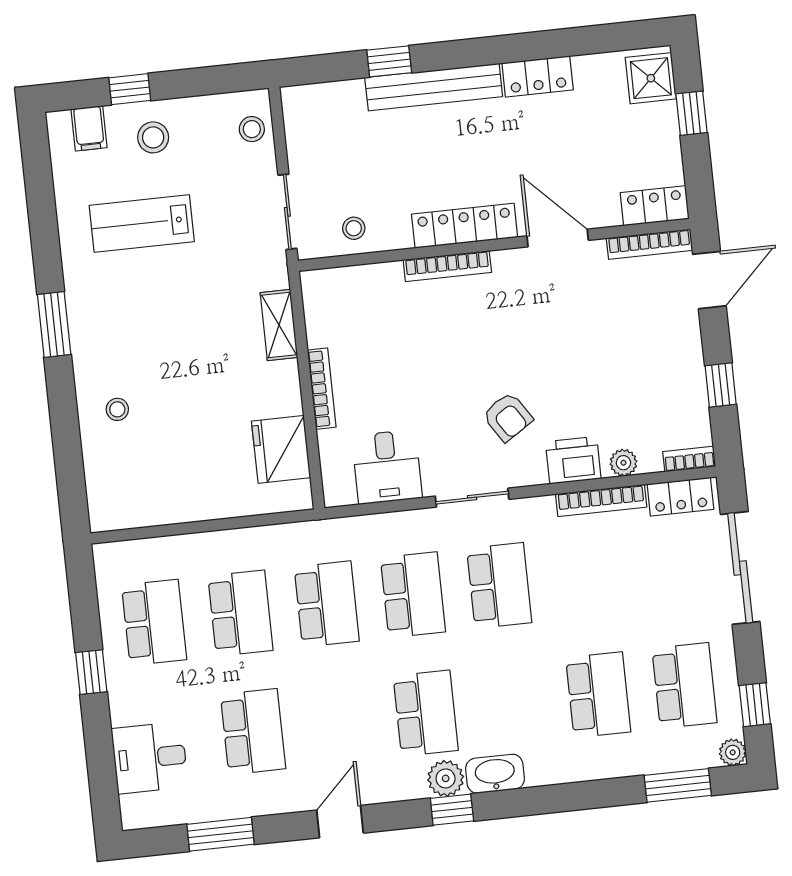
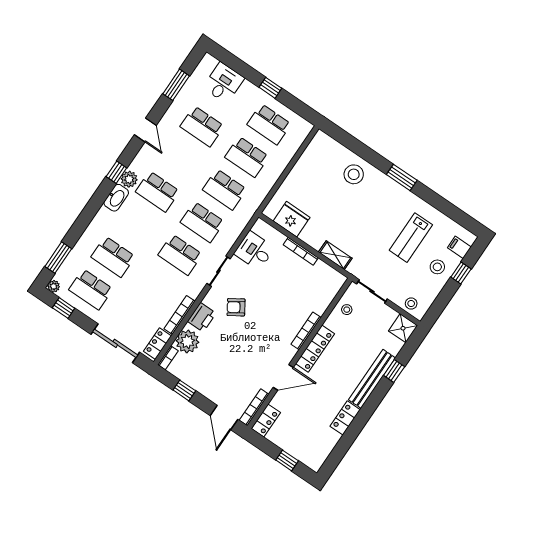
shower: (651, 78) -> (403, 328), moved
lab bench: (142, 223) -> (411, 238), turned 180
stool: (117, 409) -> (354, 174), width x1.89, depth x1.89
plant: (623, 463) -> (187, 341), width x1.88, depth x1.88

